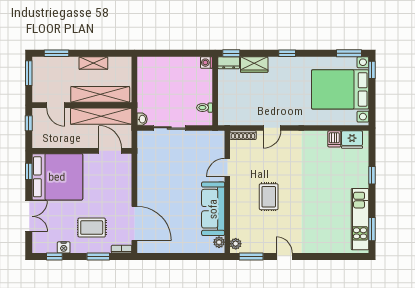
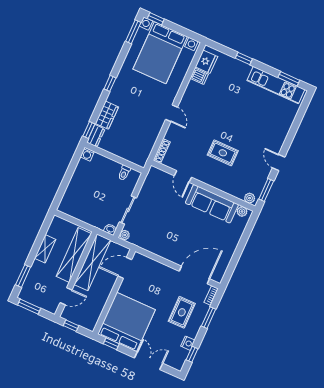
door: (272, 128) -> (172, 113), moved
plant: (143, 136) -> (125, 235), added
door: (284, 257) -> (279, 162), hinge flipped

